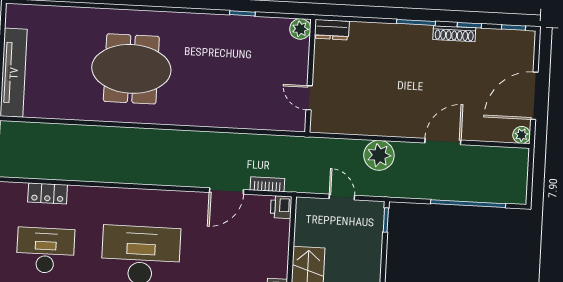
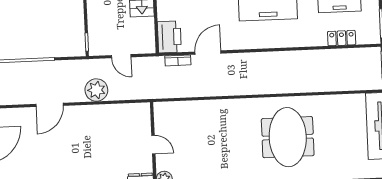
meeting table: (131, 69) -> (288, 137), turned 90
door: (309, 98) -> (153, 145), moved
printer: (281, 207) -> (169, 37), width x1.87, depth x1.48

